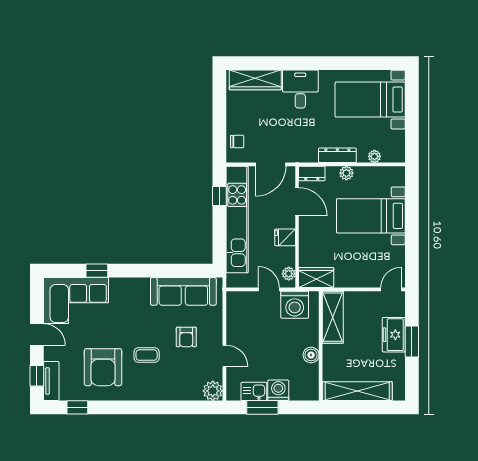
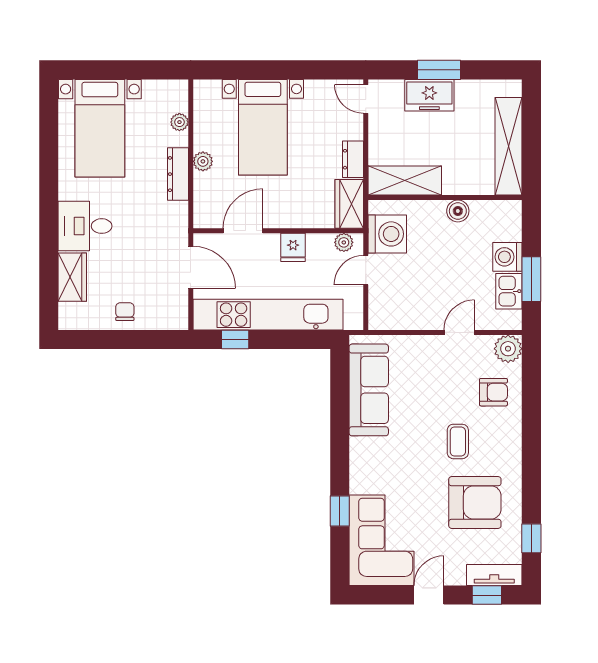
wardrobe: (255, 80) -> (72, 277), width x0.67
chair: (237, 141) -> (125, 312), moved
dresser: (312, 173) -> (353, 159), moved, turned 180
armchair: (186, 337) -> (493, 392), moved

